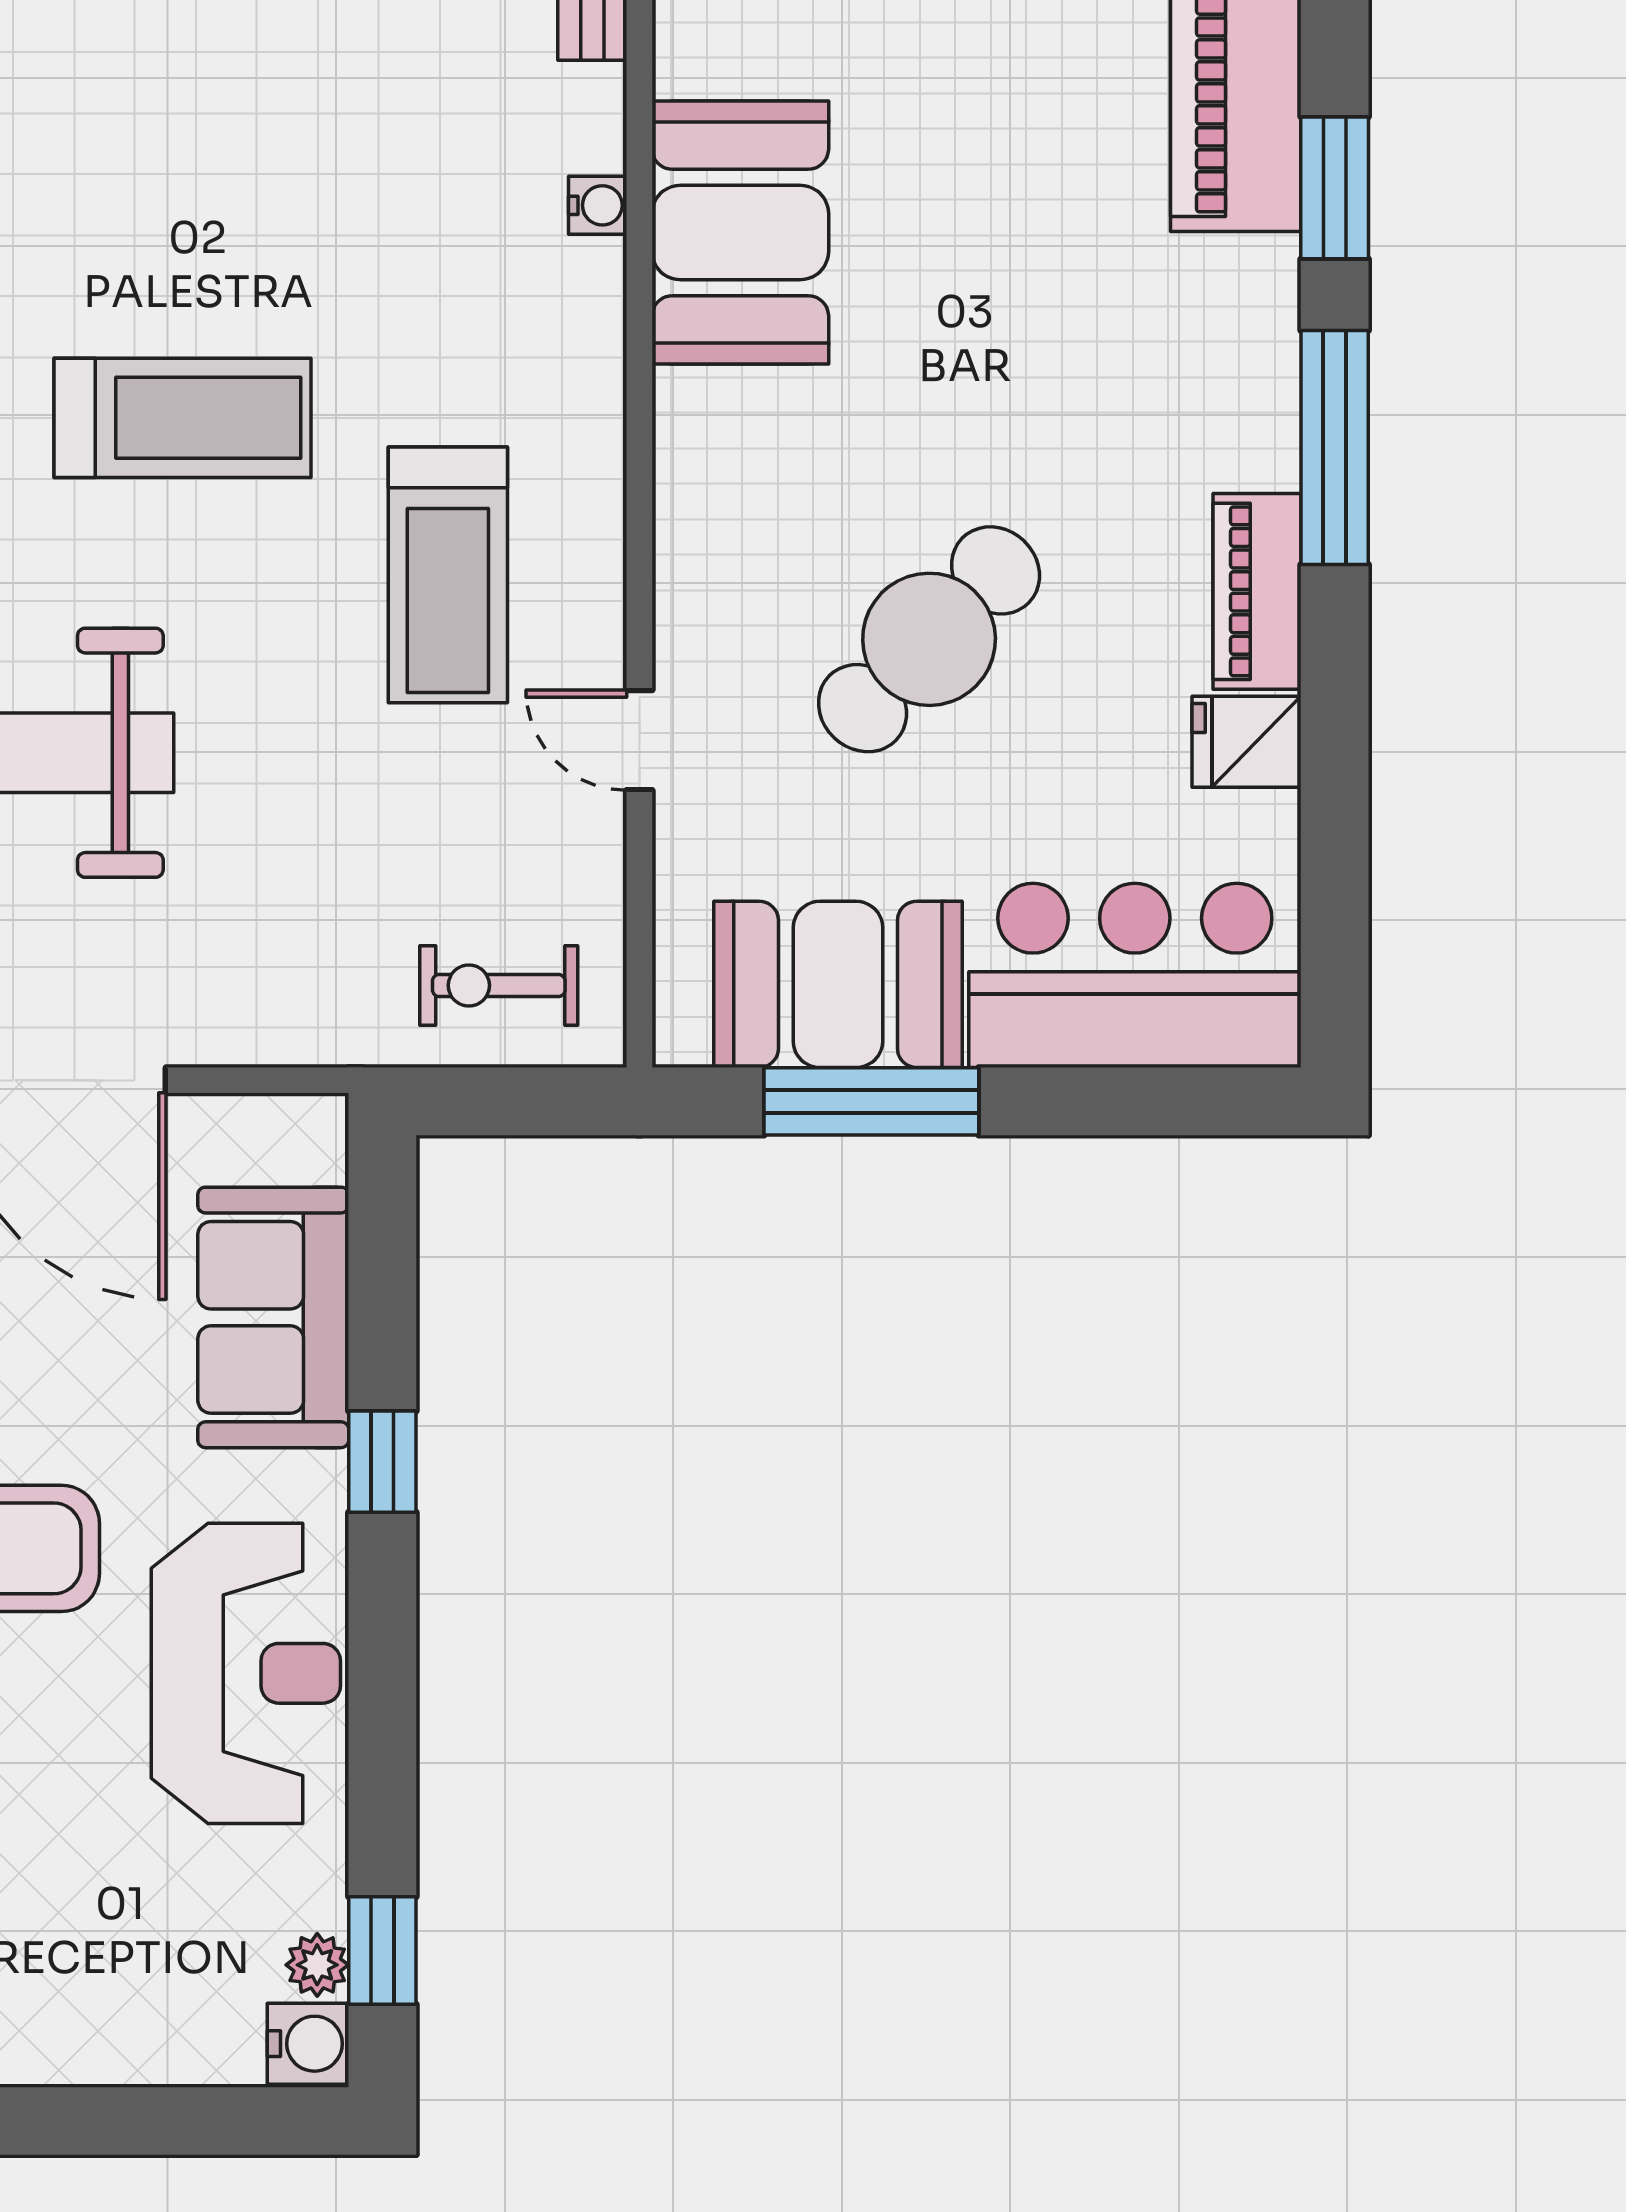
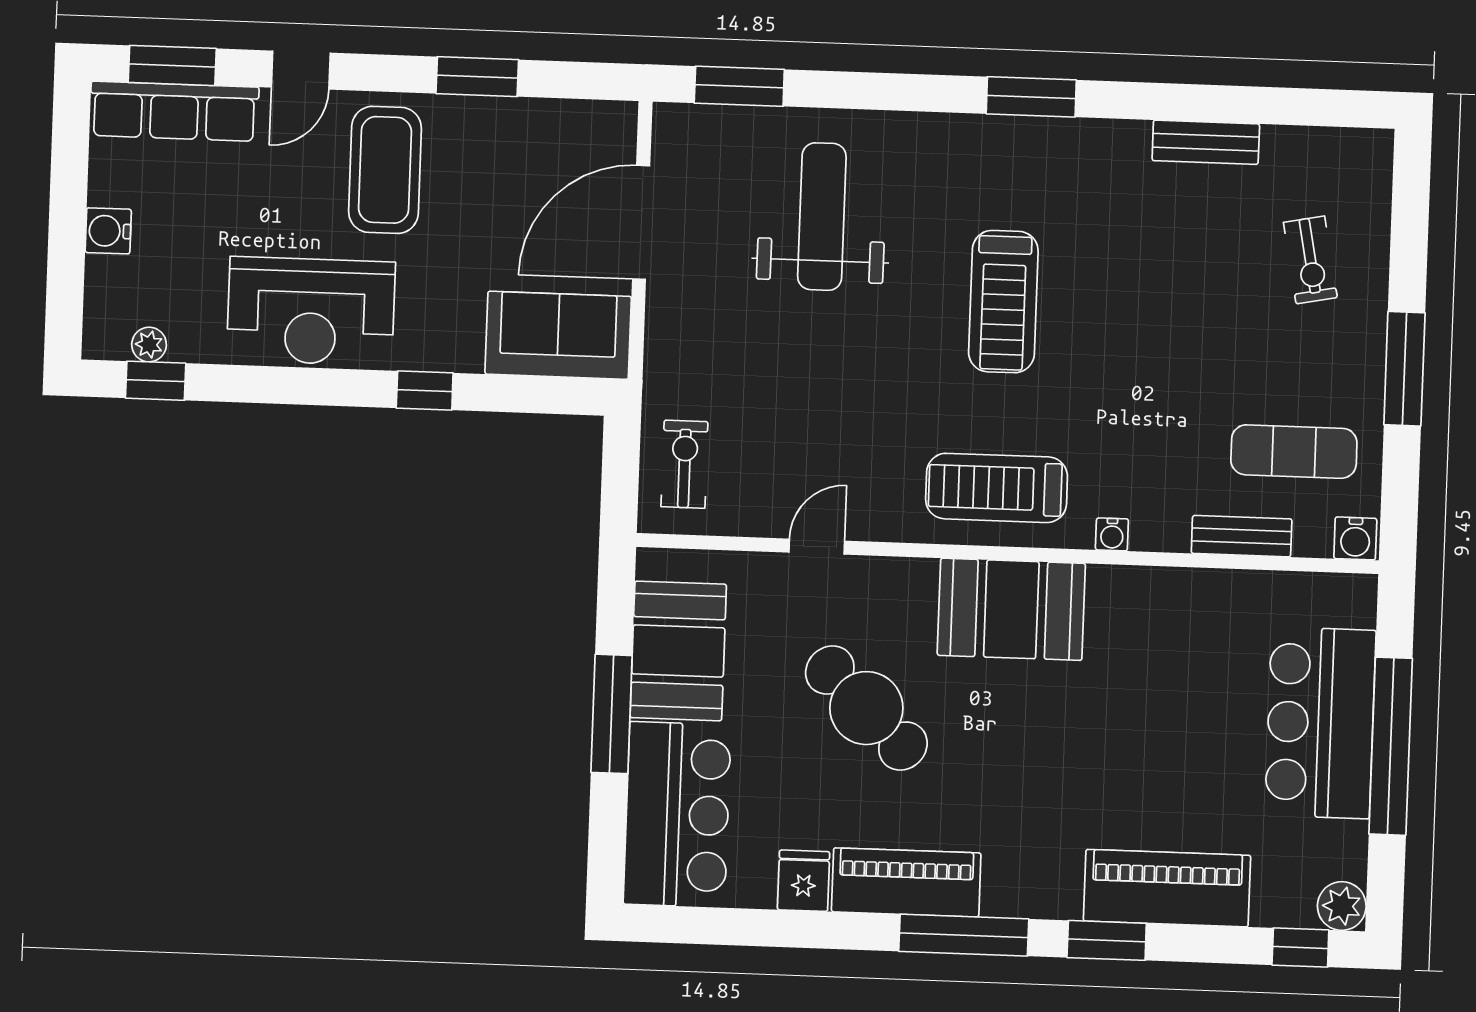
booth: (740, 233) -> (1011, 609), moved
treadmill: (448, 575) -> (997, 488), moved
piano: (1257, 591) -> (906, 882), width x1.37, depth x1.33
window: (871, 1101) -> (611, 714), moved
sofa: (273, 1317) -> (558, 335), moved
water cooler: (308, 2044) -> (108, 231), moved, turned 90

